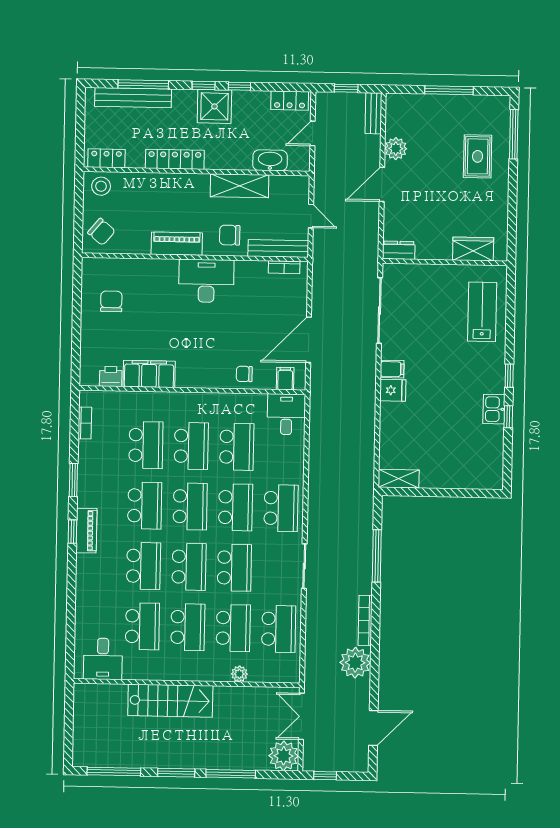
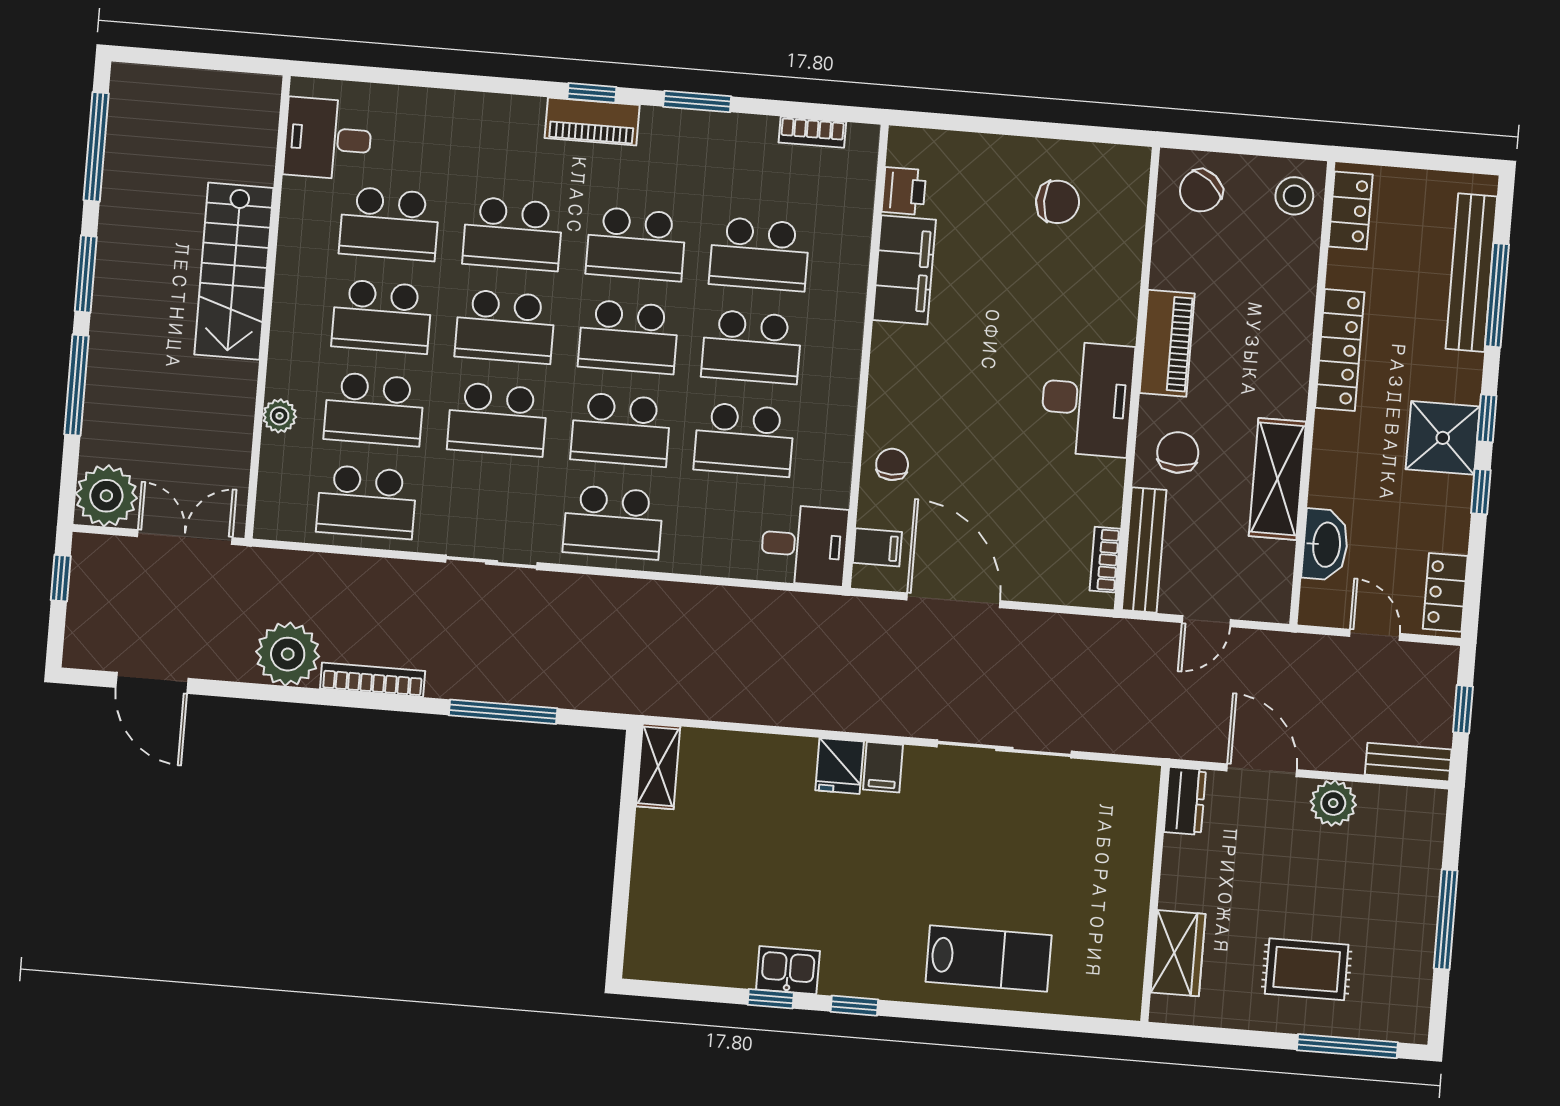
wardrobe: (473, 249) -> (1178, 953), moved
dresser: (399, 250) -> (1185, 801), moved
wall: (445, 262) -> (1155, 894), moved

